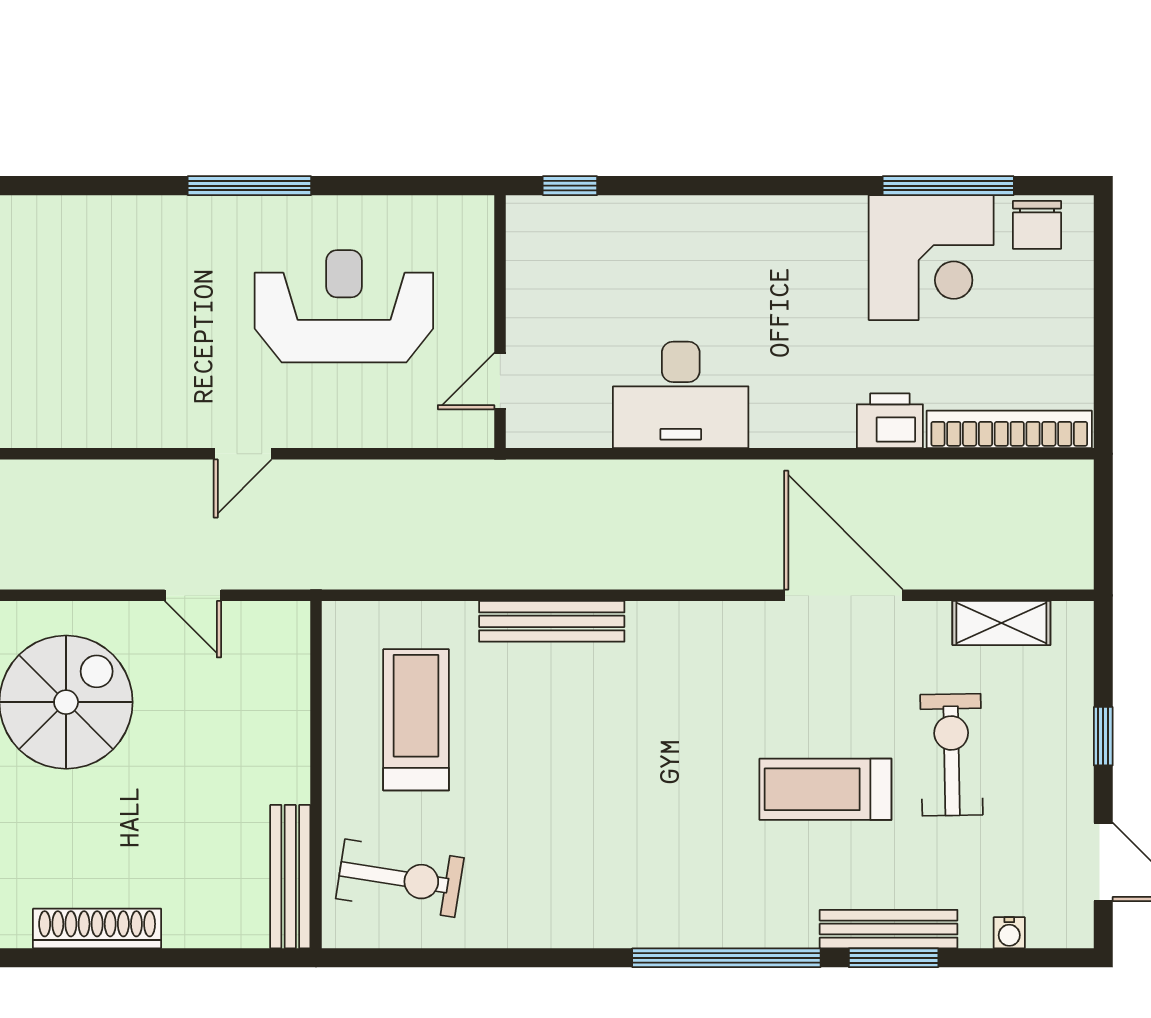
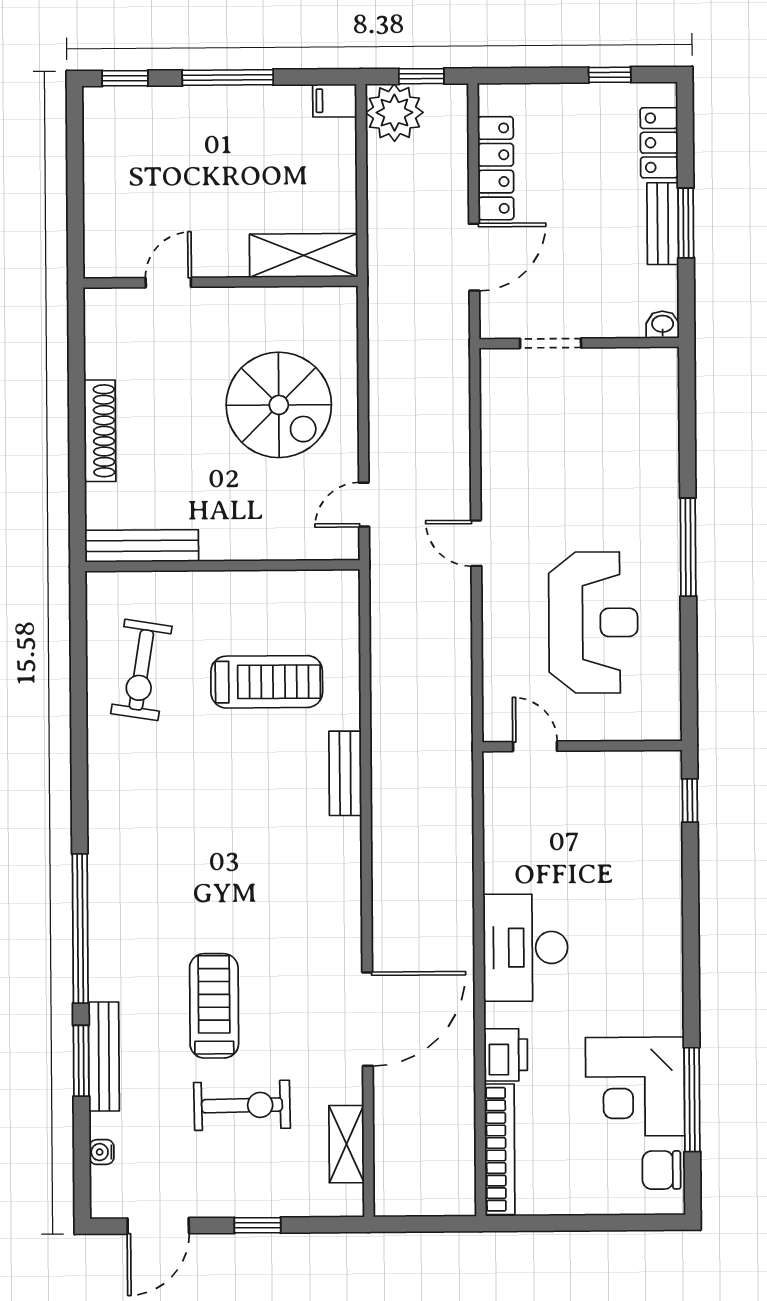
desk: (681, 395) -> (526, 948), moved
bench: (552, 621) -> (345, 773), width x0.73
wall: (316, 775) -> (223, 566), moved
bench: (290, 877) -> (142, 546), moved

